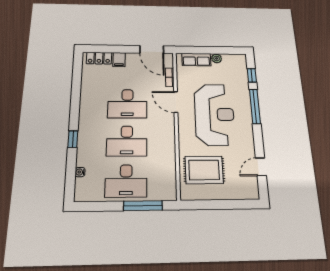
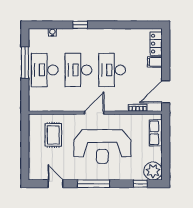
plant: (217, 58) -> (153, 171), moved, width x1.88, depth x1.88
door: (176, 102) -> (94, 113), moved
window: (255, 106) -> (94, 184), moved
rug: (204, 170) -> (53, 135), width x0.73, depth x0.70
window: (143, 206) -> (25, 63), moved

